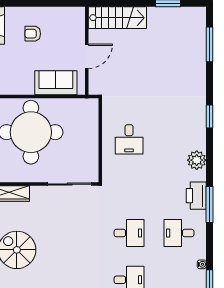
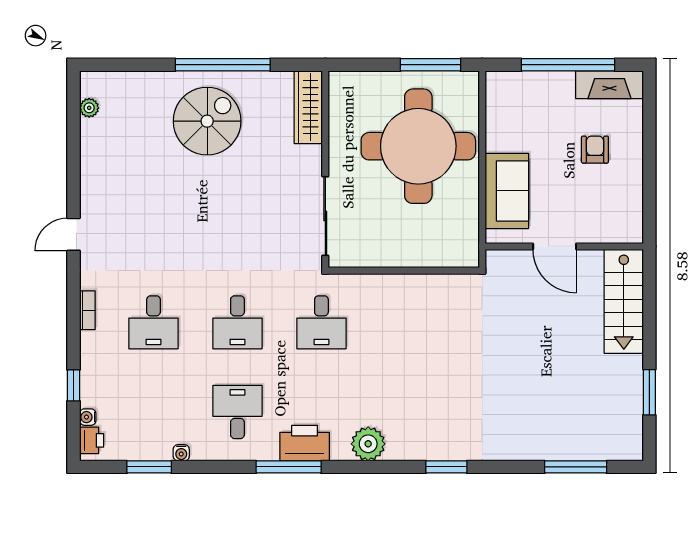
desk: (129, 139) -> (321, 322), moved, turned -90

